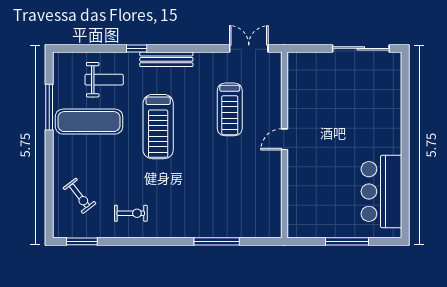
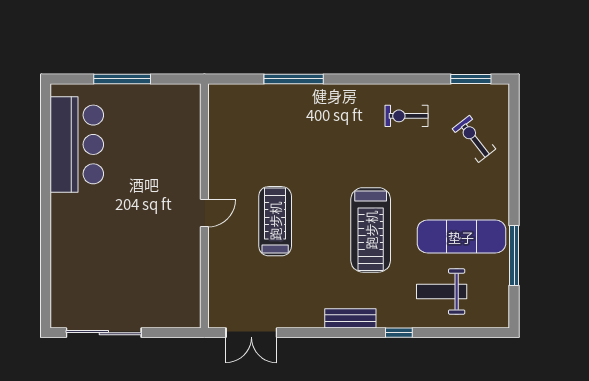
bench: (166, 59) -> (350, 318), width x0.73
treadmill: (230, 109) -> (275, 221), moved
treadmill: (158, 127) -> (371, 230), turned 180

